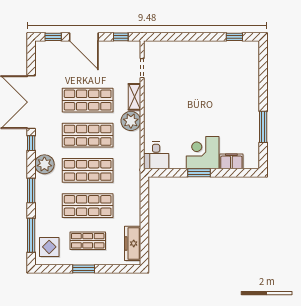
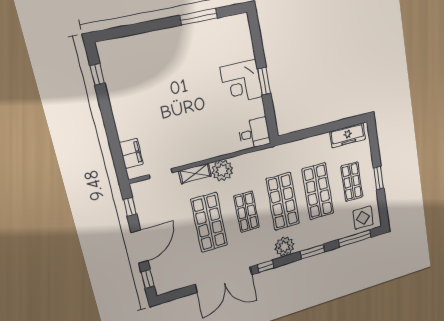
shop shelf: (88, 135) -> (247, 212), width x0.70, depth x0.74
filing cabinet: (231, 161) -> (131, 153), moved, turned 180

